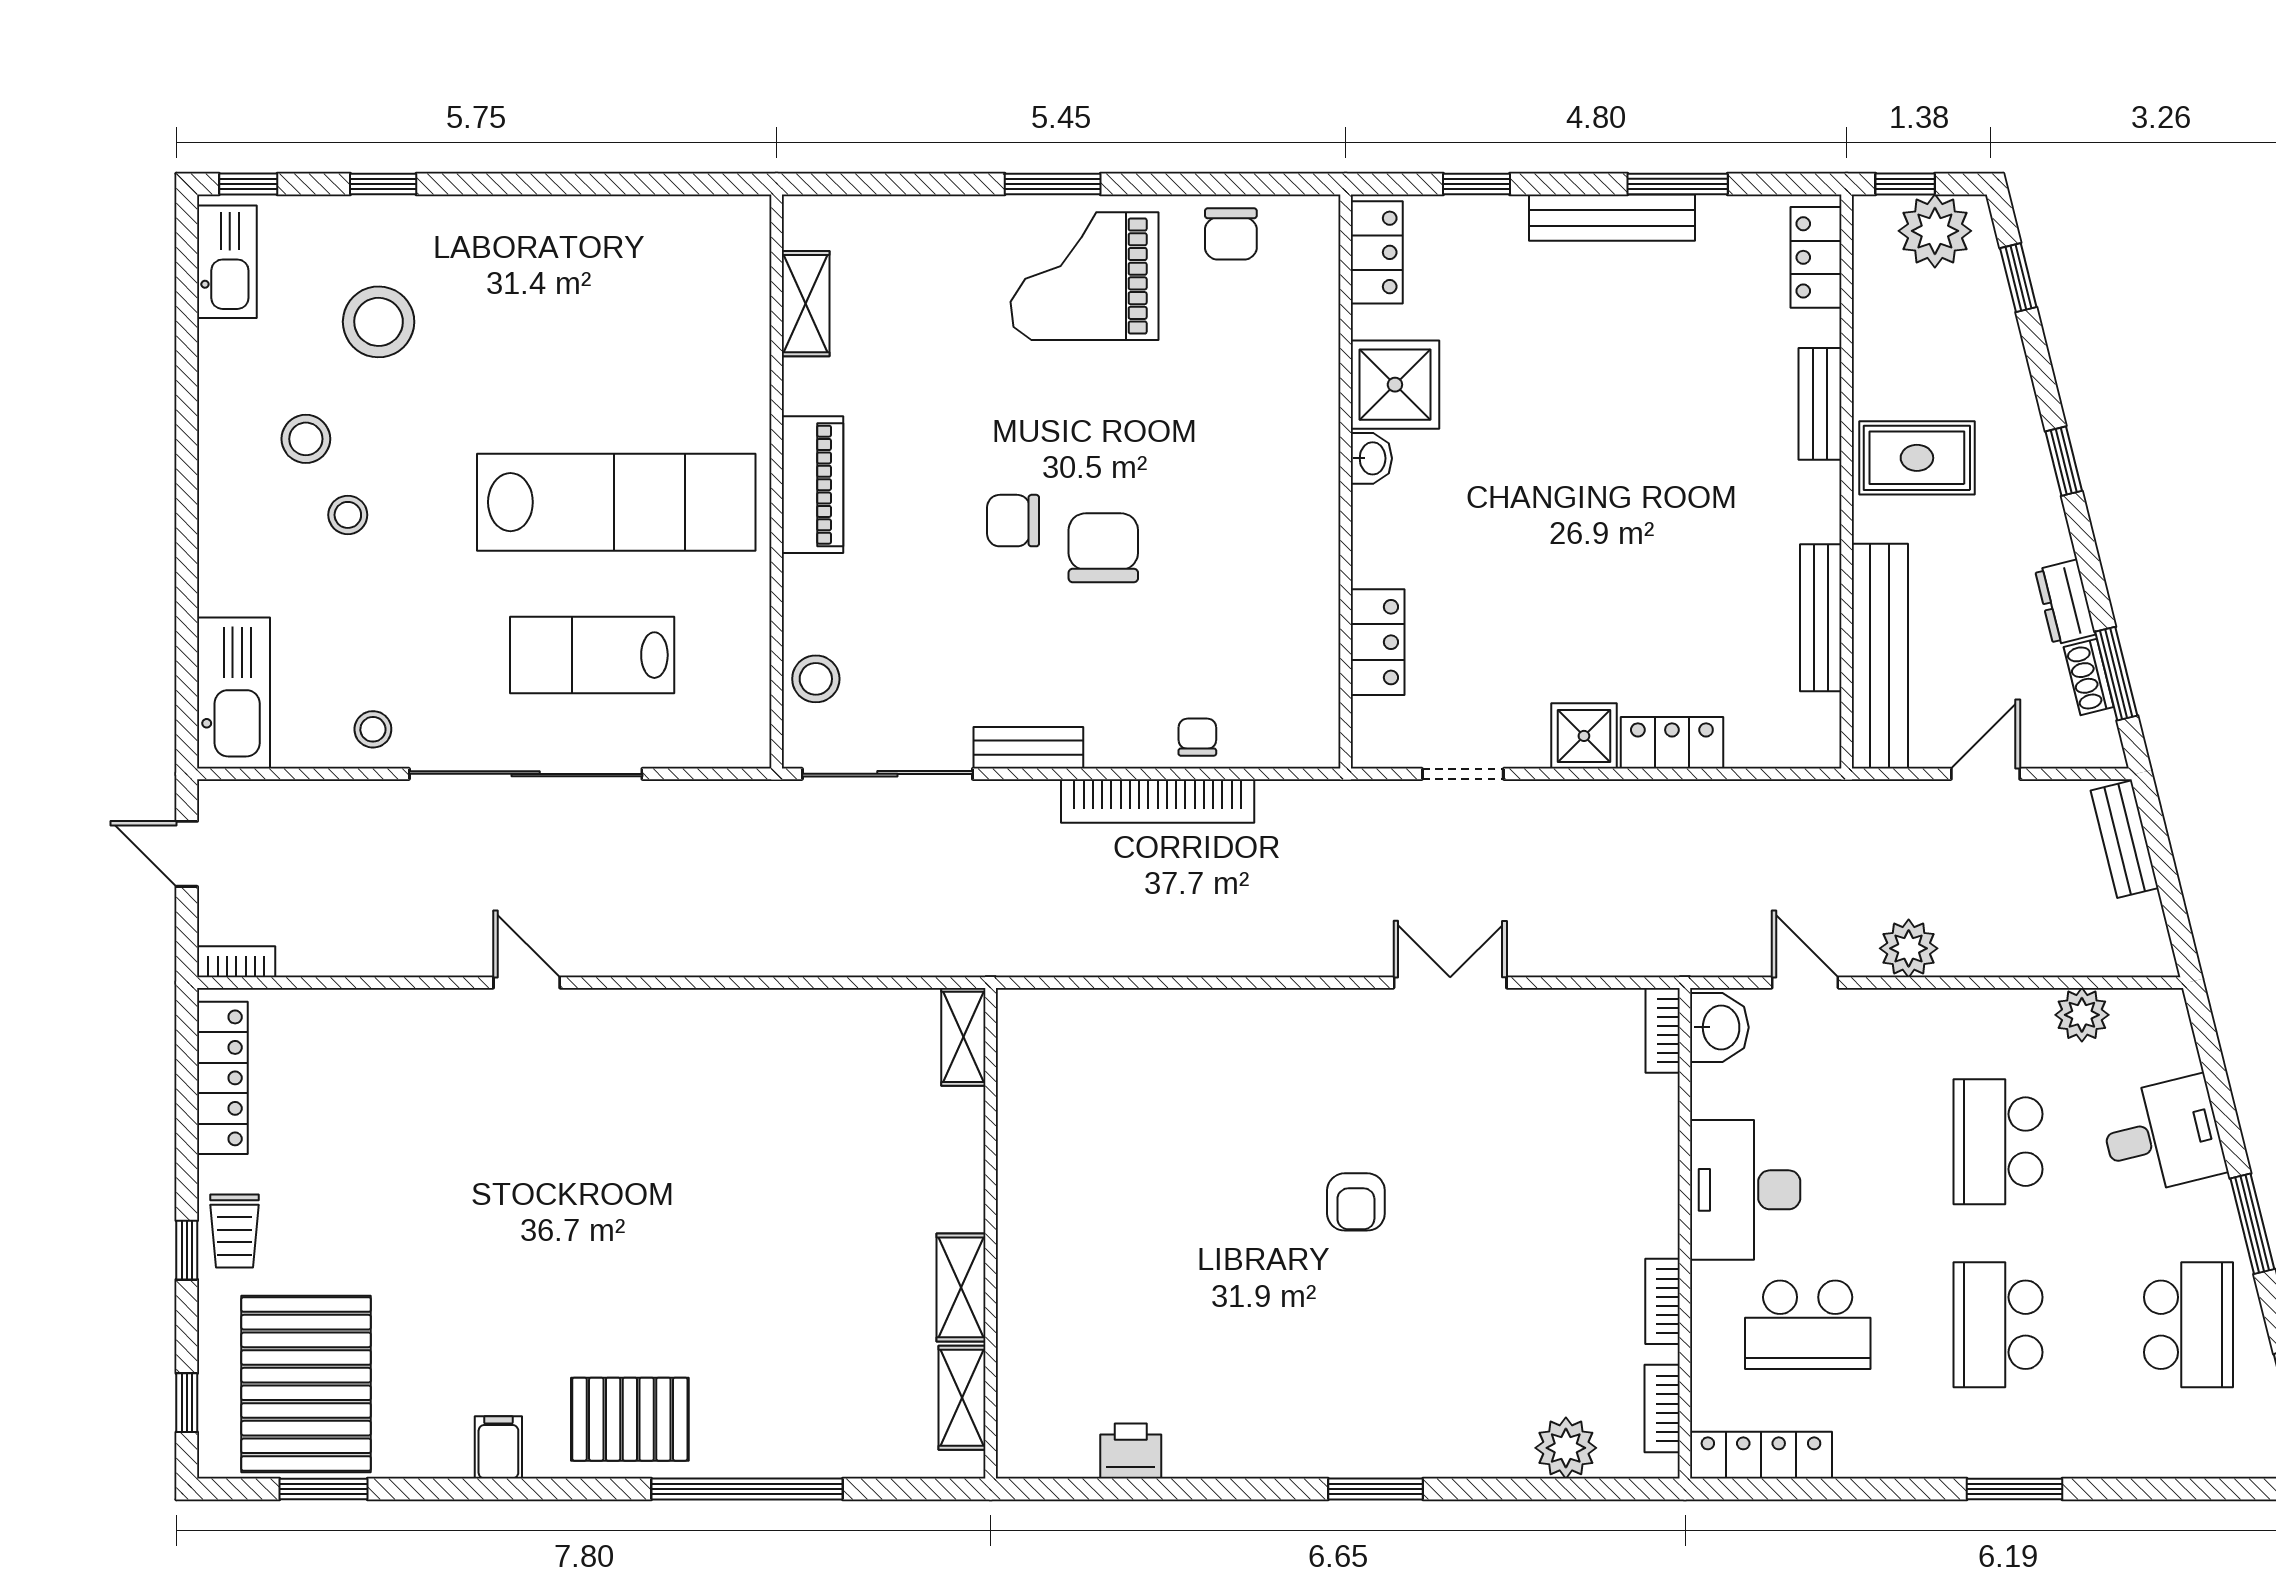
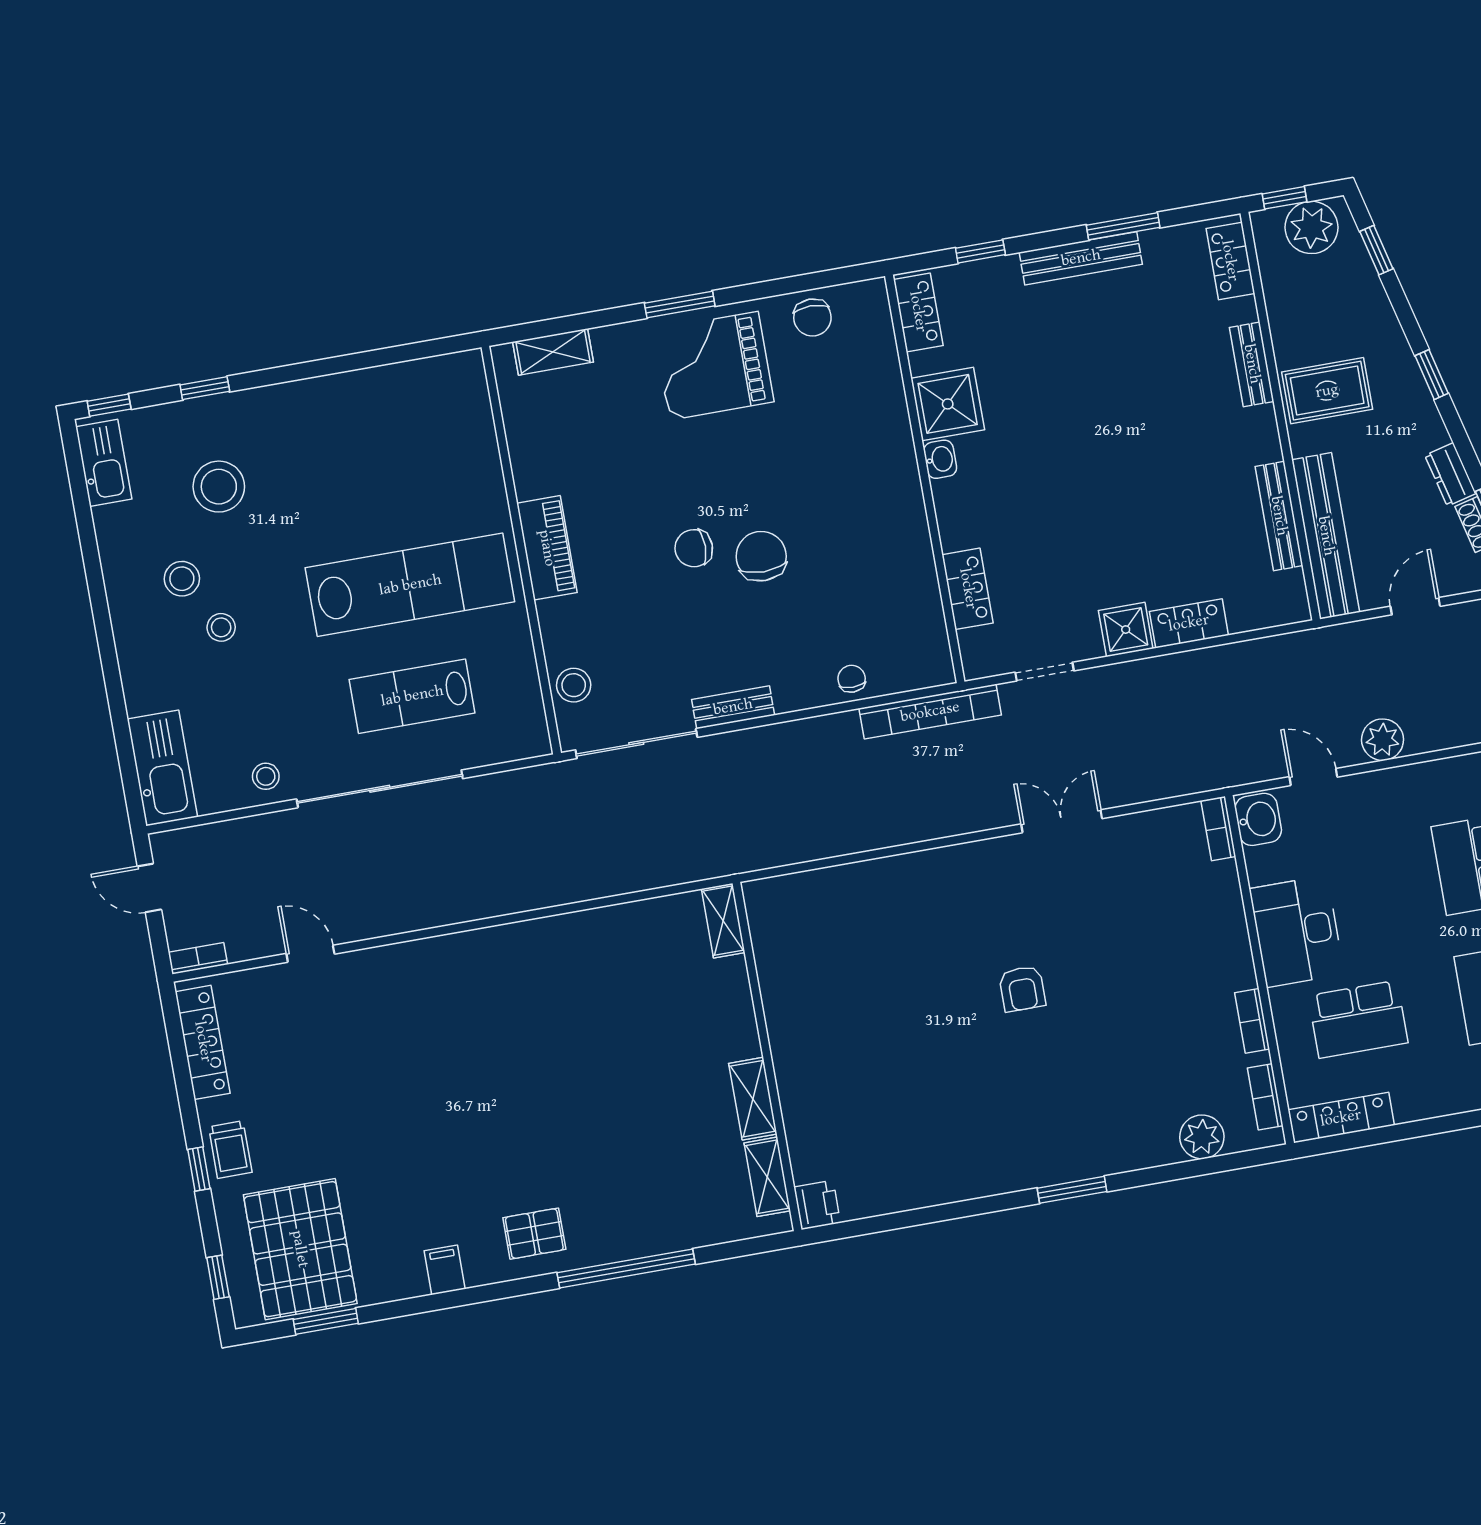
shelving: (806, 304) -> (553, 352), moved, turned 90
bookcase: (1158, 801) -> (930, 712), moved
door: (527, 983) -> (310, 954), moved
pallet: (630, 1419) -> (534, 1234), width x0.67, depth x0.71
printer: (1131, 1451) -> (817, 1205), moved, turned 90

